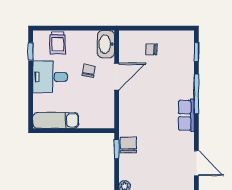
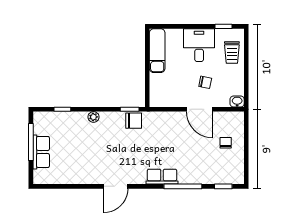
trolley: (58, 43) -> (232, 52), turned -90
washbasin: (106, 44) -> (237, 101), width x0.52, depth x0.69

